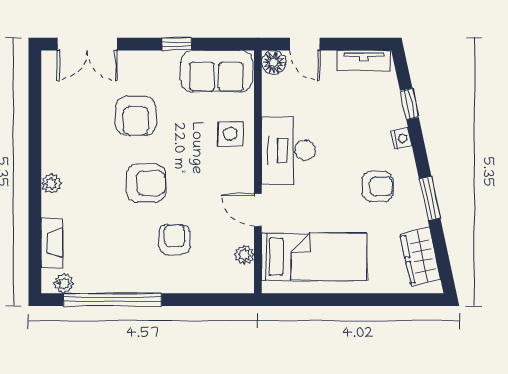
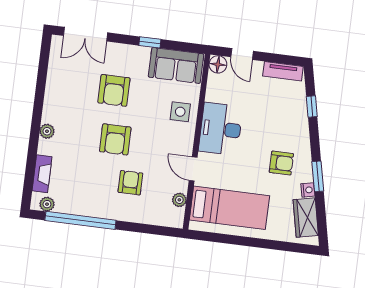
nightstand: (401, 139) -> (308, 190), moved
armchair: (146, 183) -> (115, 139), turned 90

